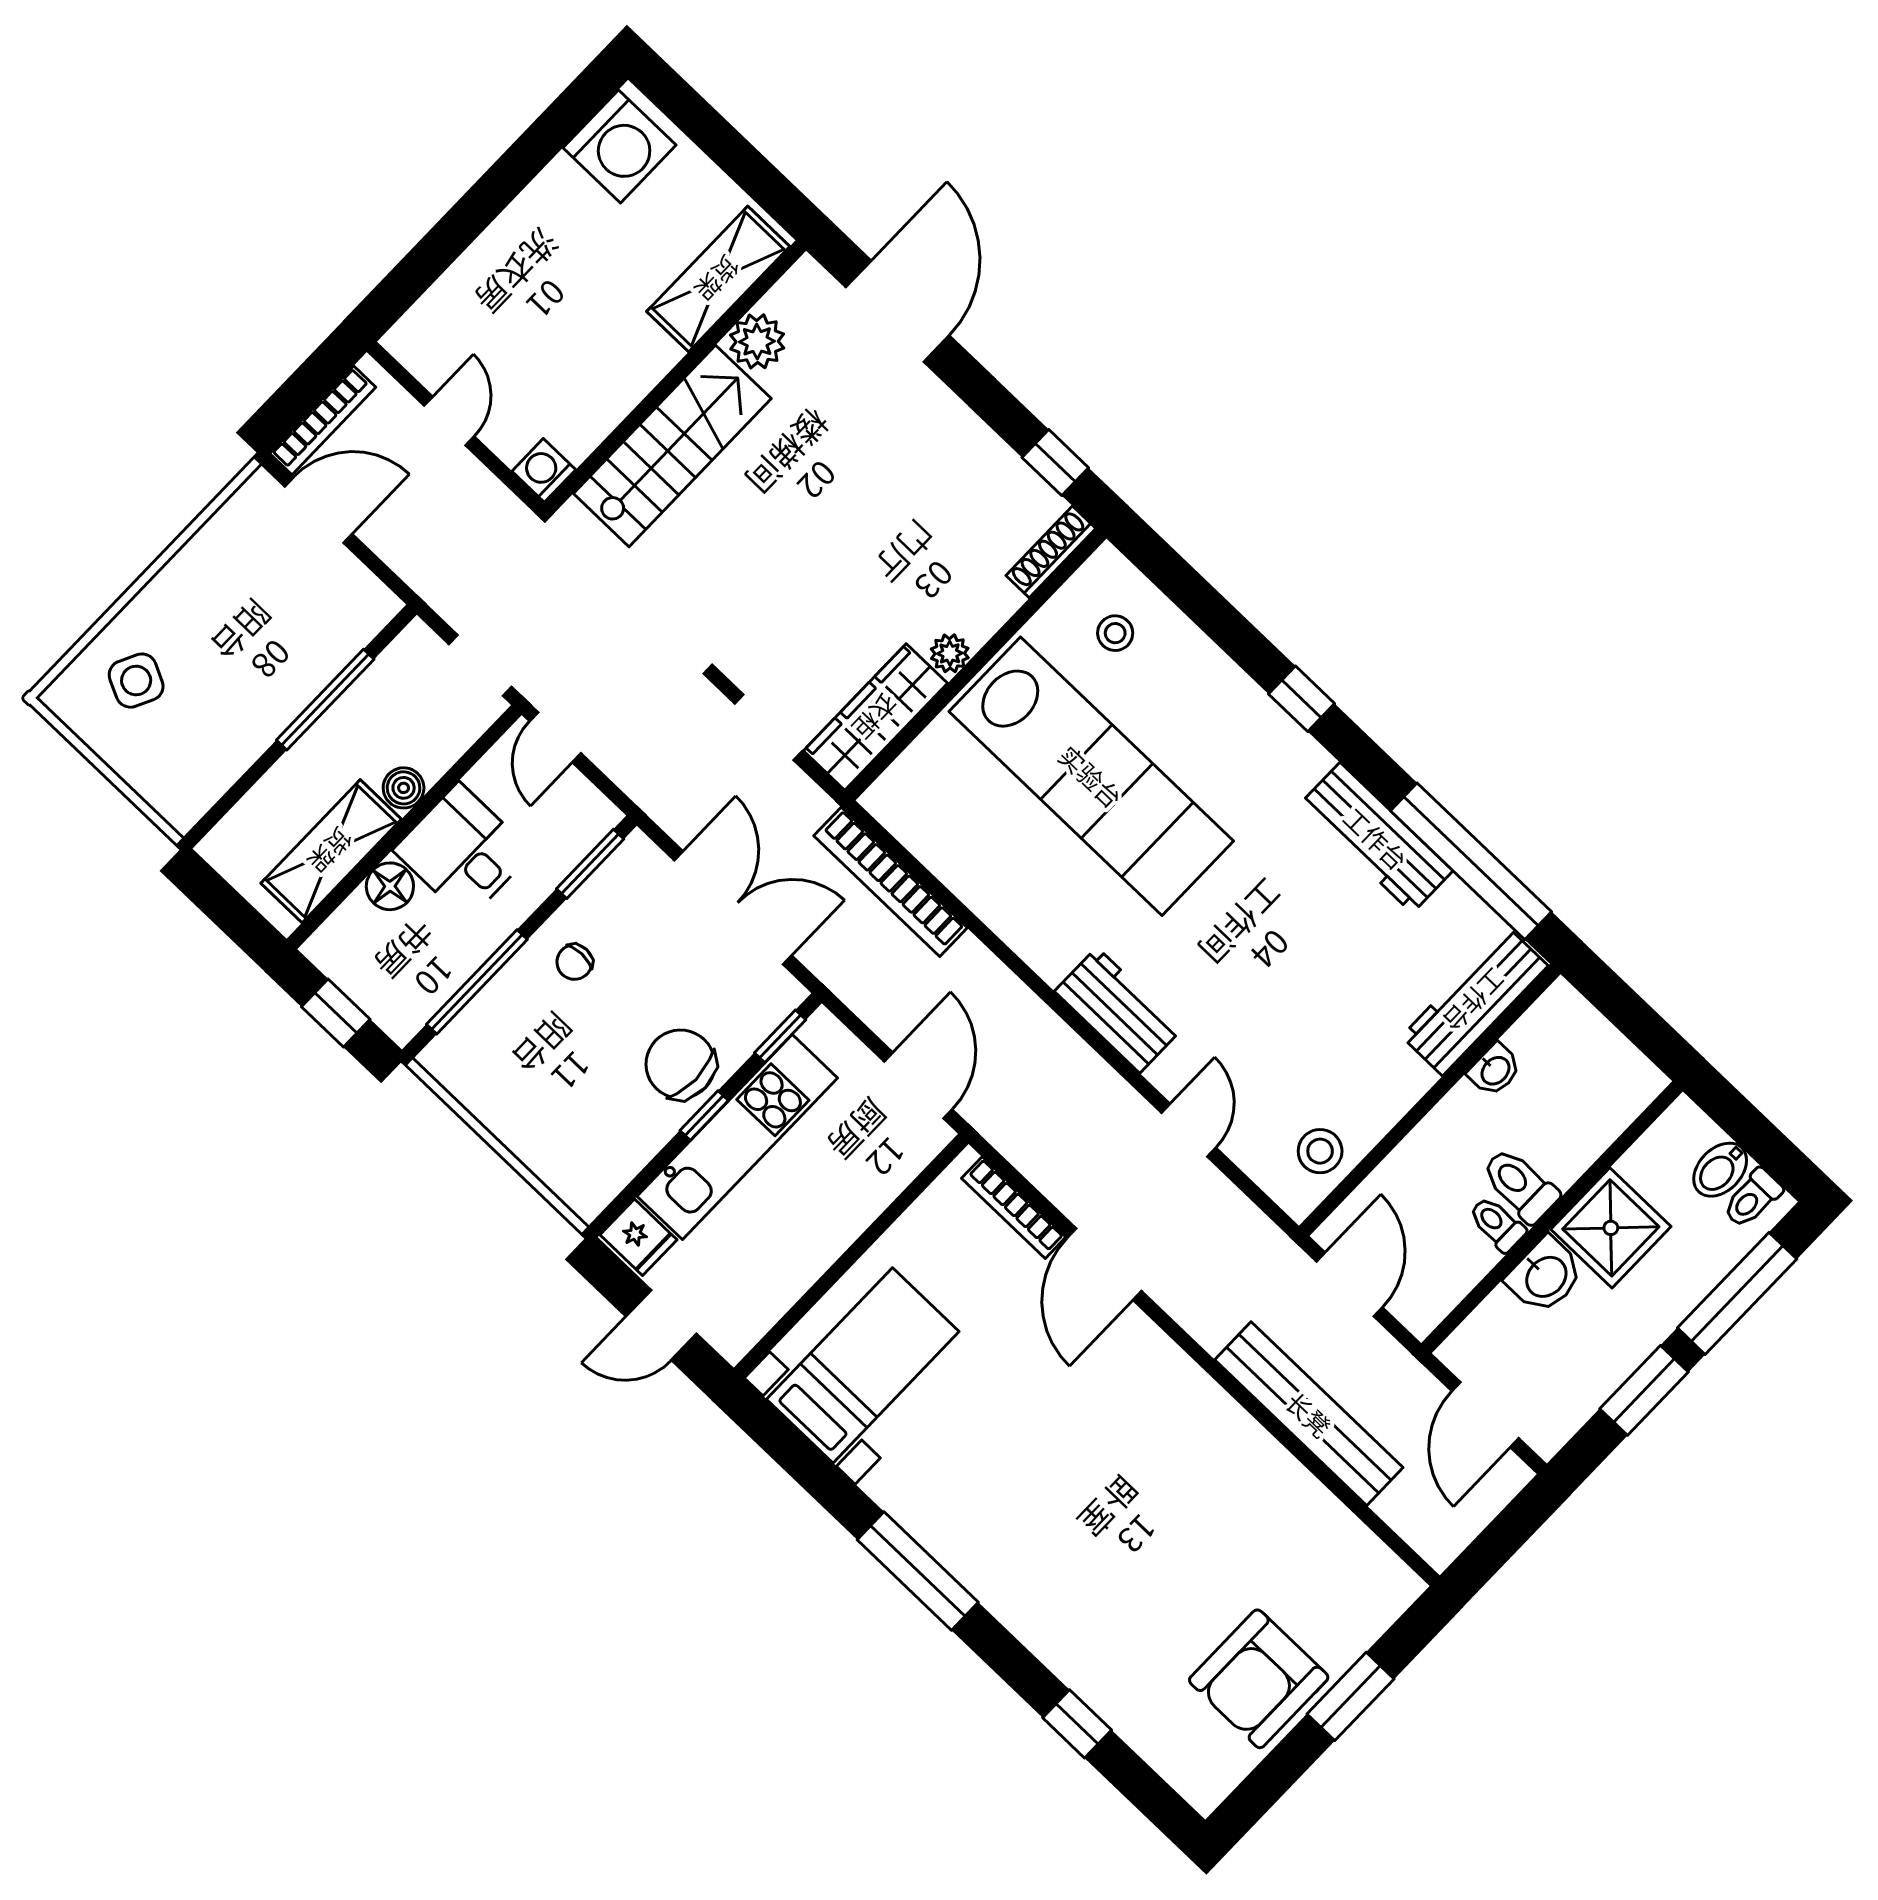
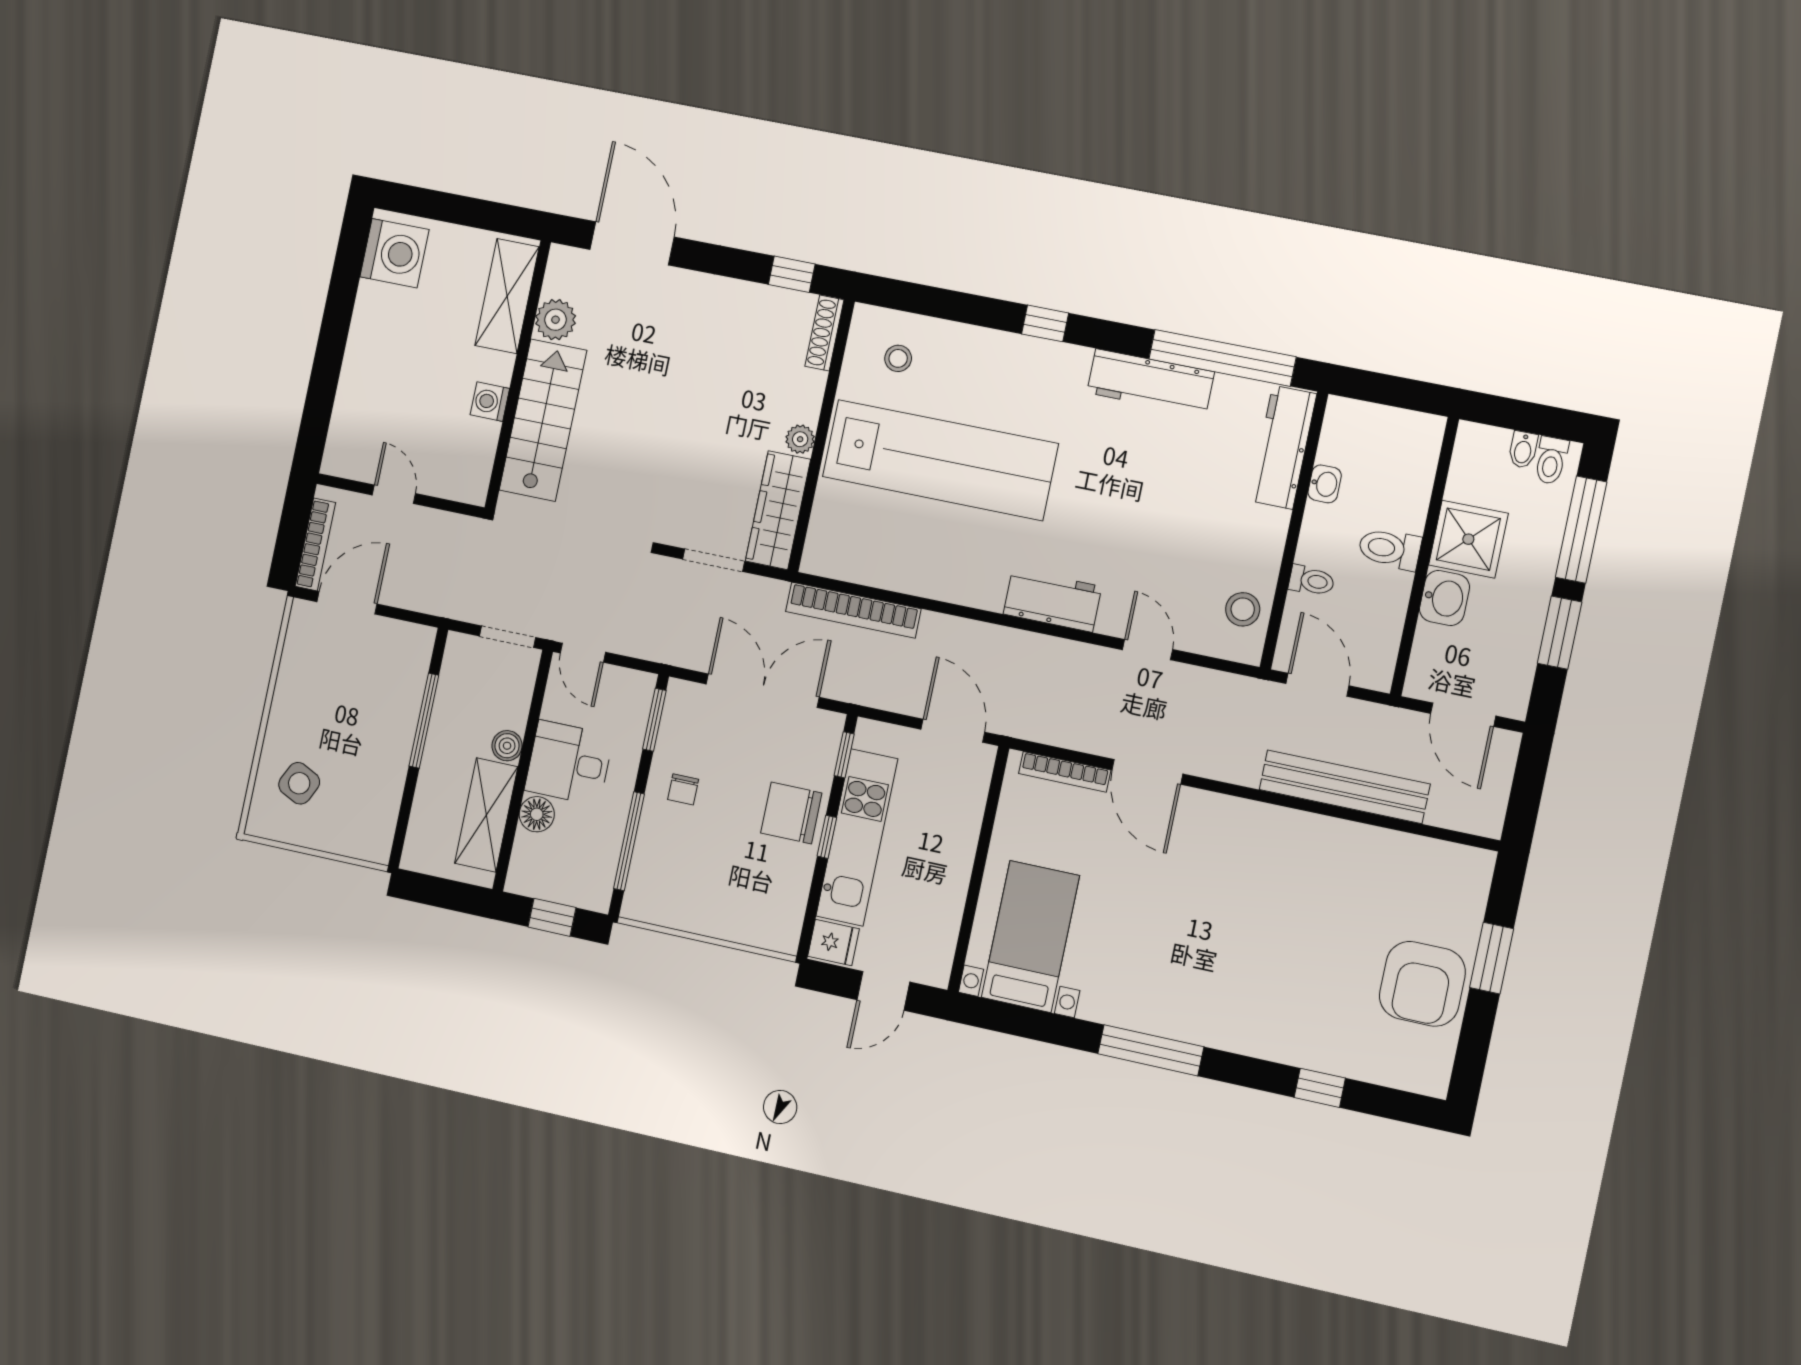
washing machine: (544, 470) -> (490, 402), moved
bidet: (1720, 1170) -> (1523, 450), width x0.72, depth x0.74
toilet: (1497, 1224) -> (1312, 581), moved, turned 180

